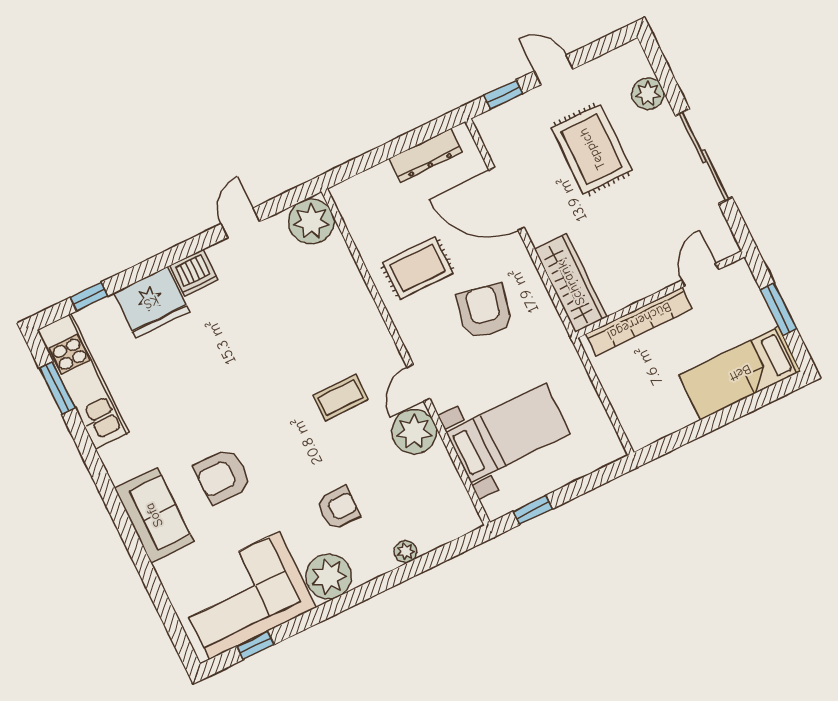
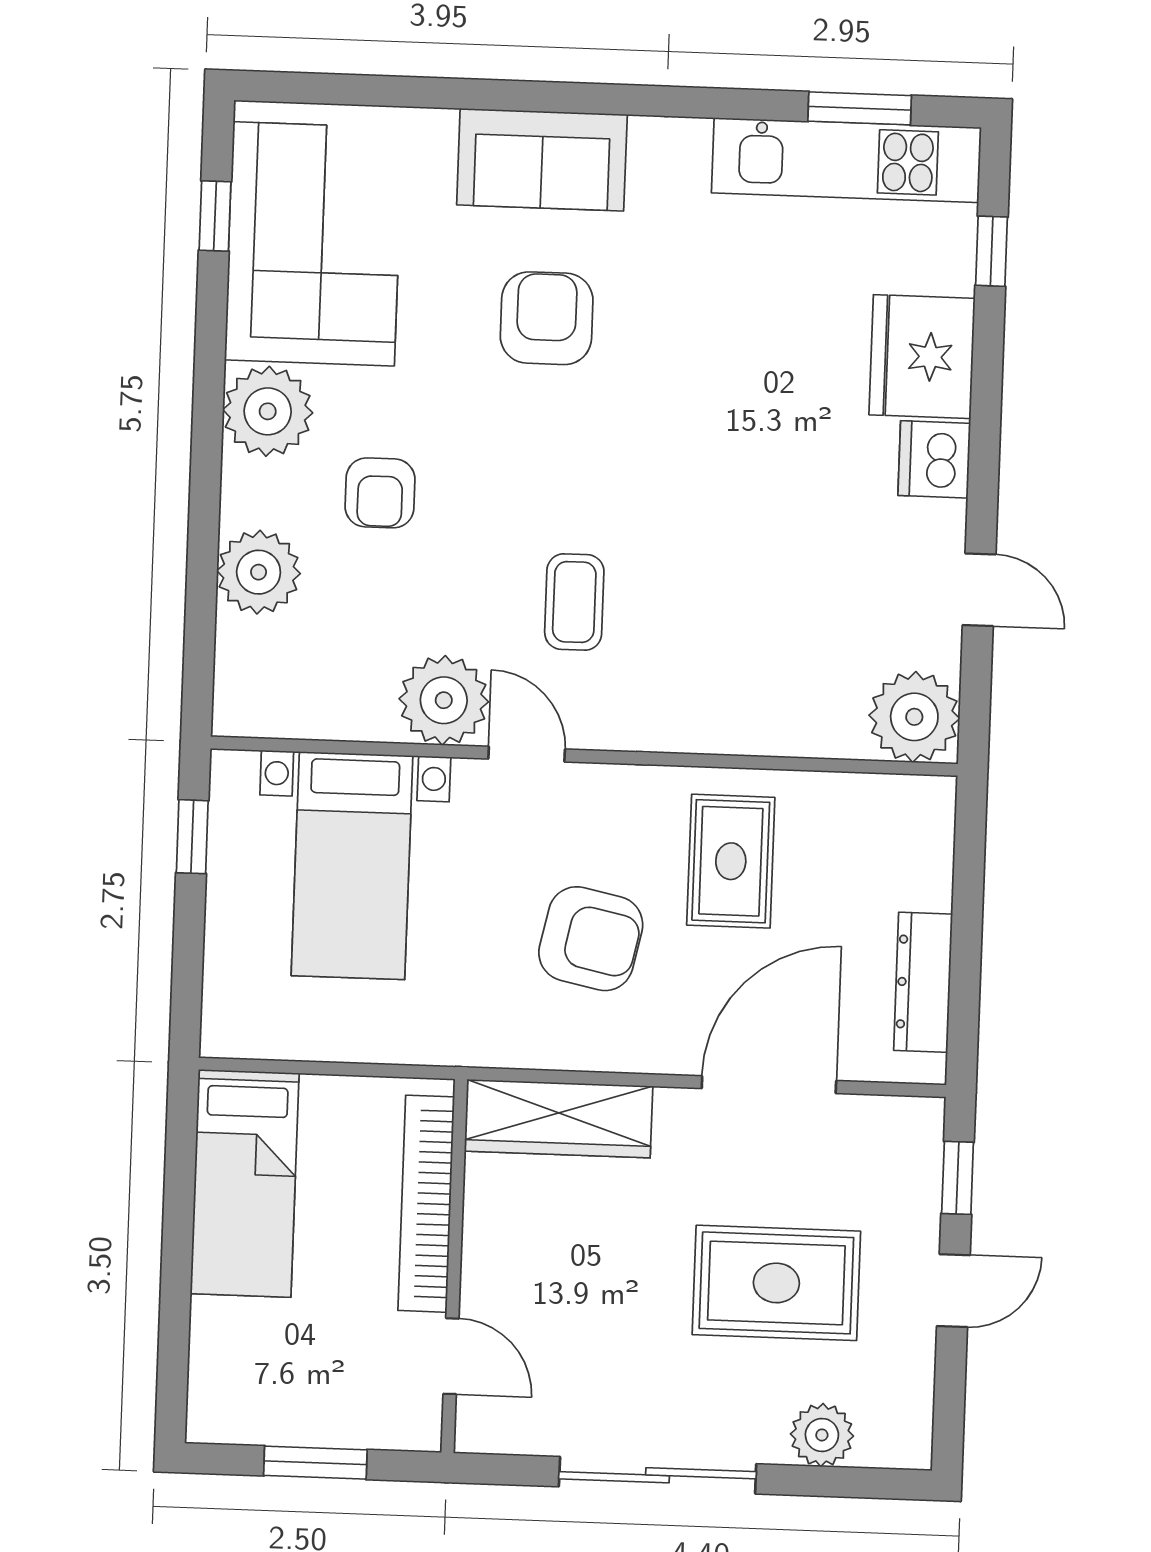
bed: (740, 373) -> (245, 1183), moved, turned 180
plant: (406, 552) -> (259, 572), width x1.87, depth x1.87

